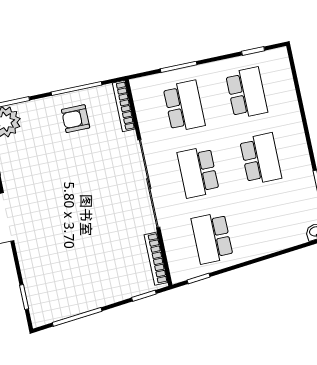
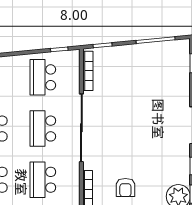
armchair: (76, 119) -> (125, 188), turned 90
school desk: (198, 172) -> (43, 129), turned 180
school desk: (212, 238) -> (43, 77), turned 180

